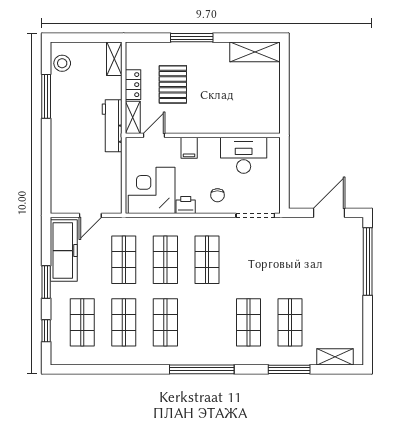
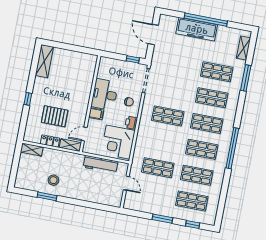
window: (192, 38) -> (28, 99), width x0.46
stool: (62, 63) -> (53, 180), moved
window: (46, 96) -> (47, 196), width x0.69
workbench: (112, 126) -> (100, 164), moved
door: (154, 135) -> (84, 134), hinge flipped
desk: (244, 155) -> (105, 94), moved
window: (284, 188) -> (133, 59), added
freezer: (64, 251) -> (197, 29), moved, turned 180
shop shelf: (165, 260) -> (207, 124), moved
window: (368, 262) -> (206, 20), moved
window: (202, 369) -> (232, 148), moved

